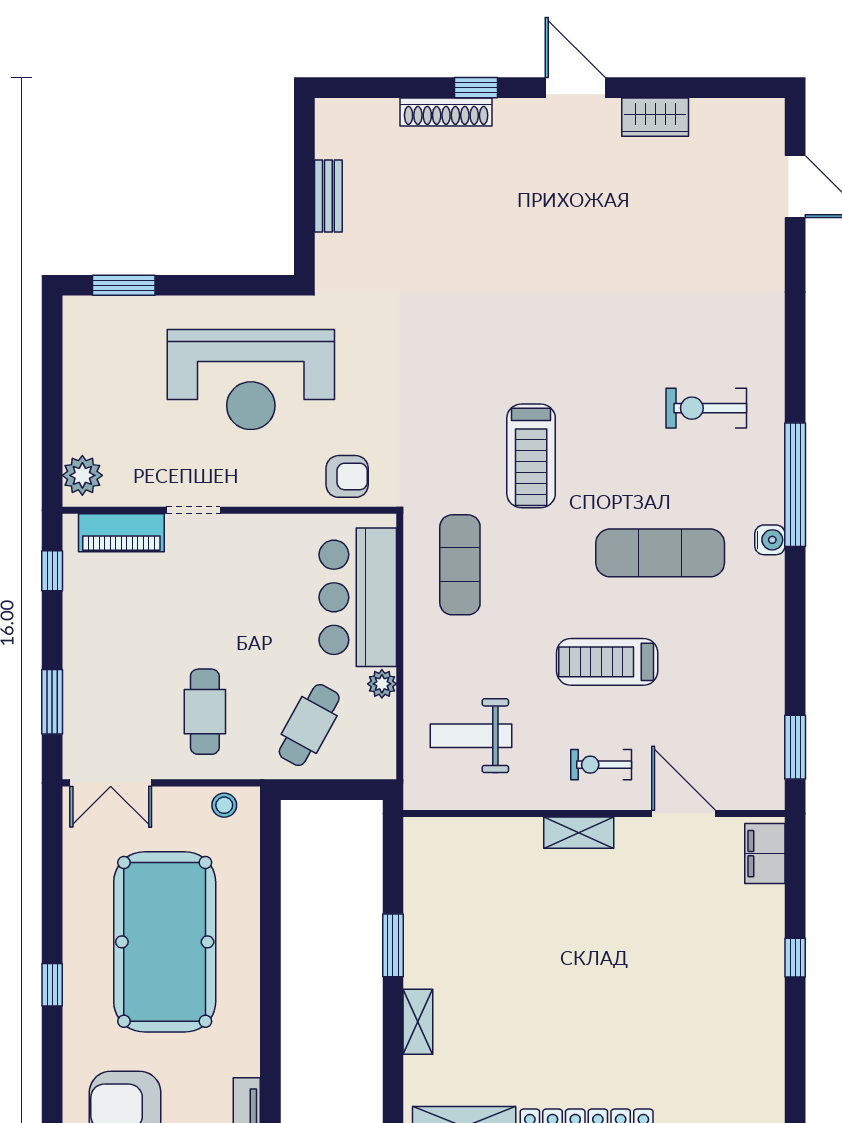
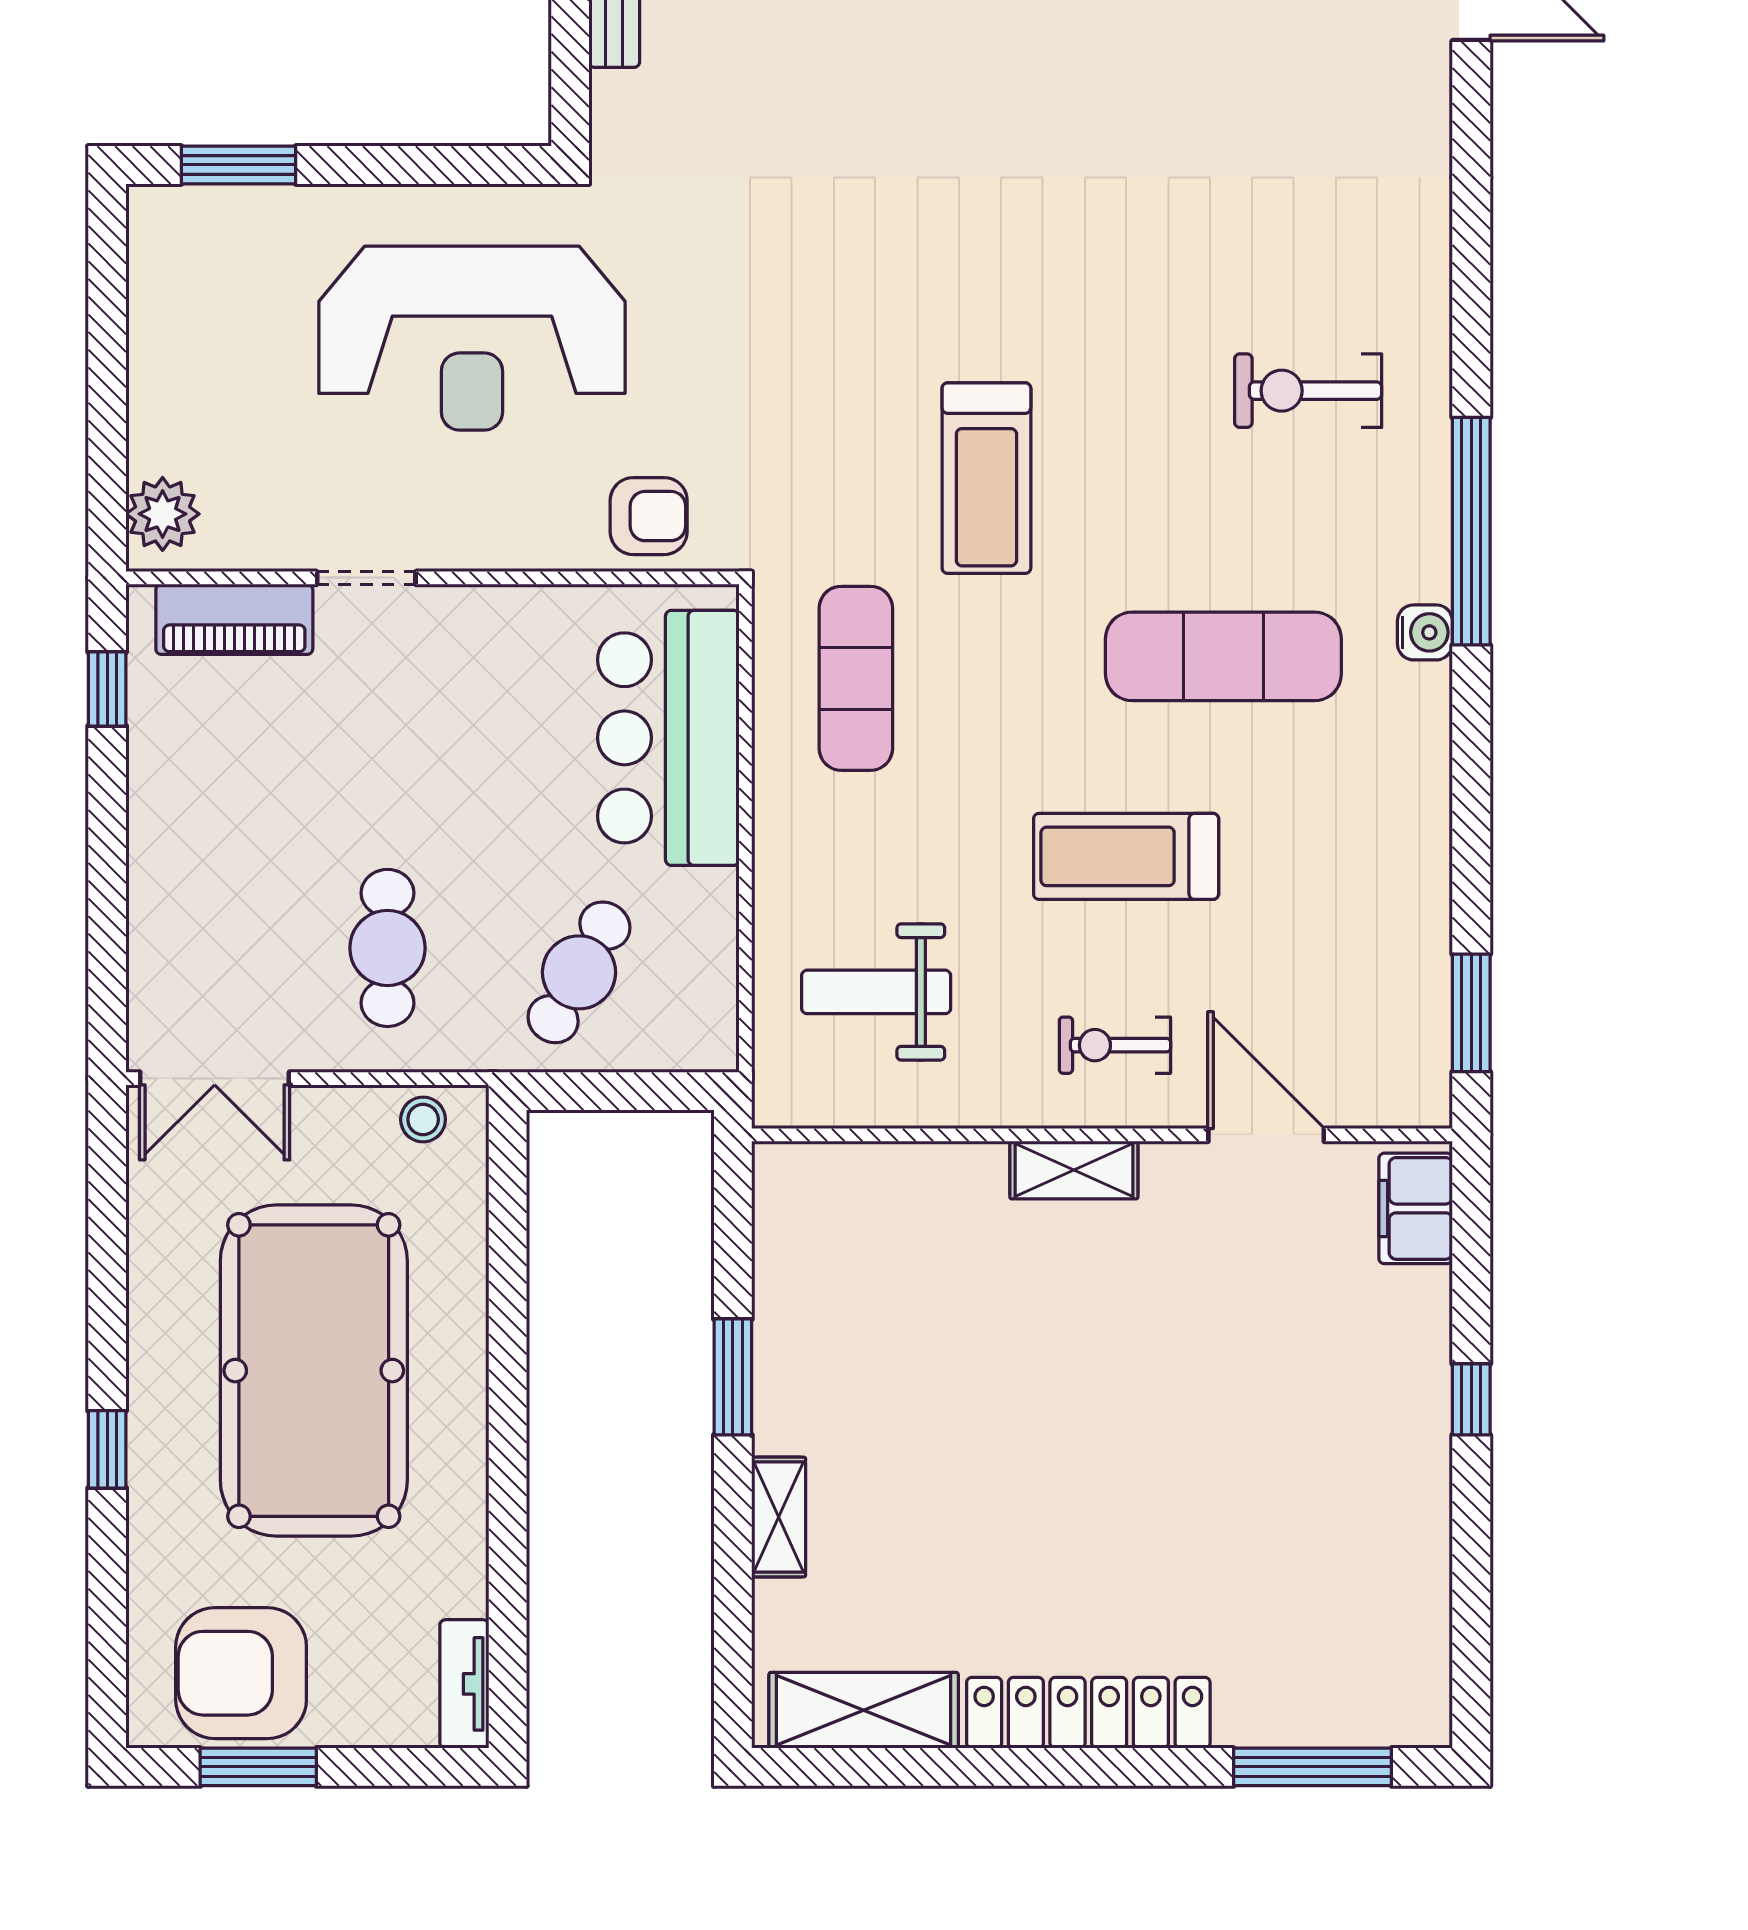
plant: (382, 684) -> (713, 897), removed
window: (52, 702) -> (107, 930), removed

